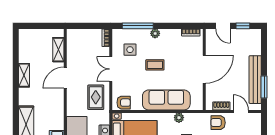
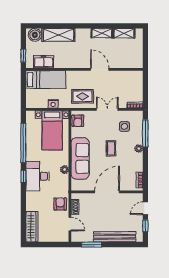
shelving: (58, 50) -> (124, 33), moved
door: (204, 69) -> (107, 192), swing flipped
bench: (255, 80) -> (115, 237), moved
door: (241, 111) -> (70, 224), hinge flipped

